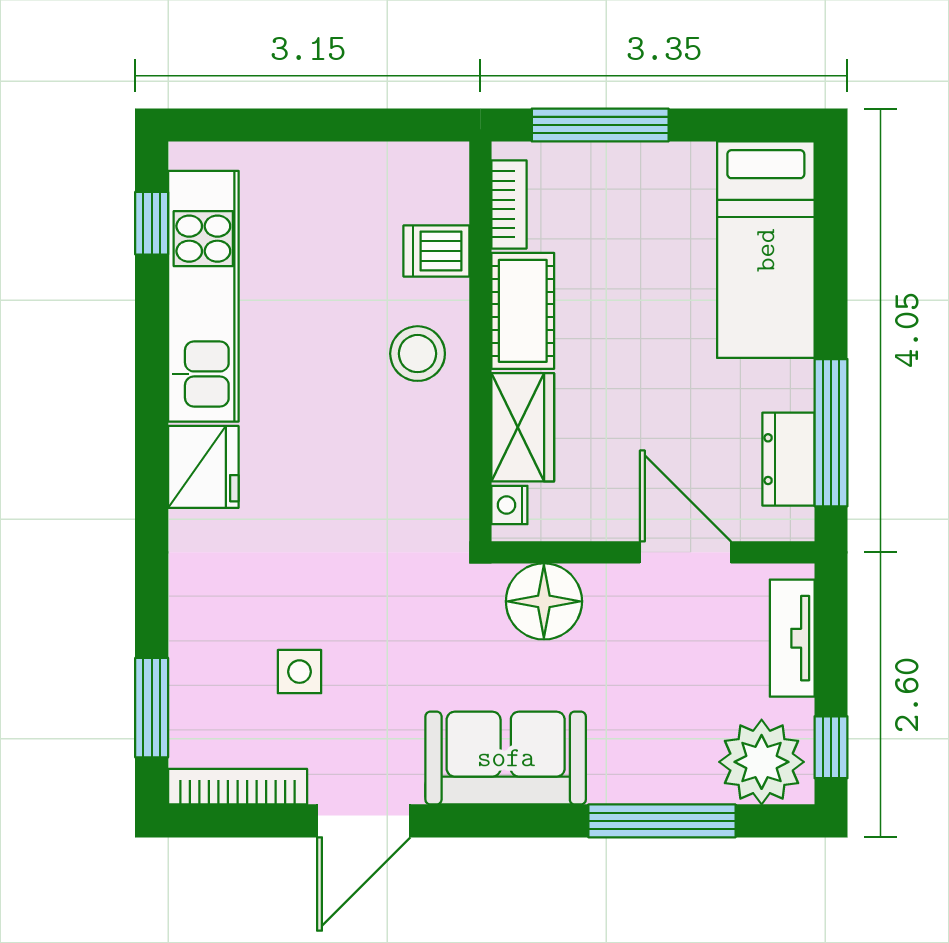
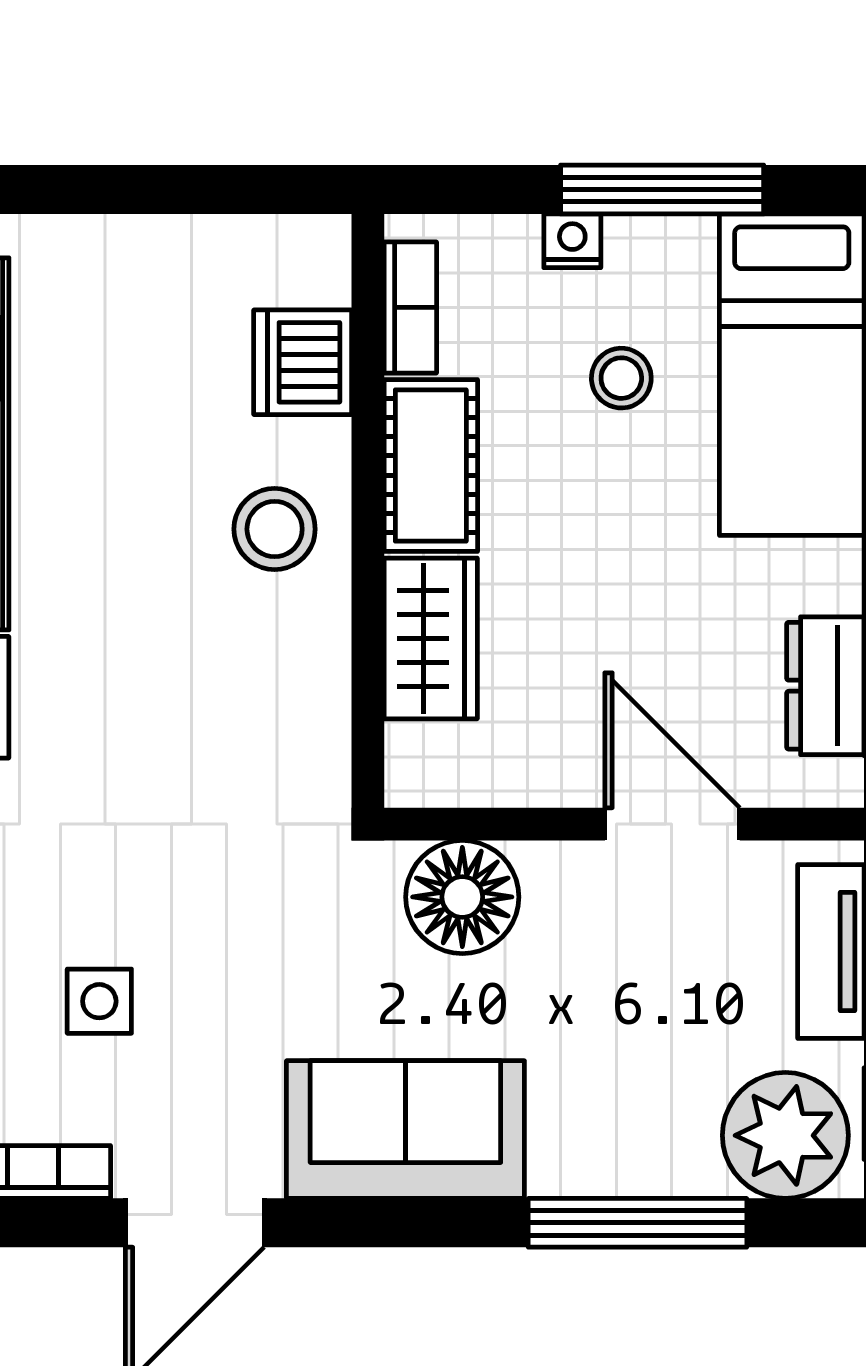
window: (600, 125) -> (662, 190), moved
dishwasher: (436, 251) -> (303, 362), width x1.38
stool: (651, 252) -> (621, 378), added
nightstand: (509, 505) -> (572, 241), moved, turned 90

